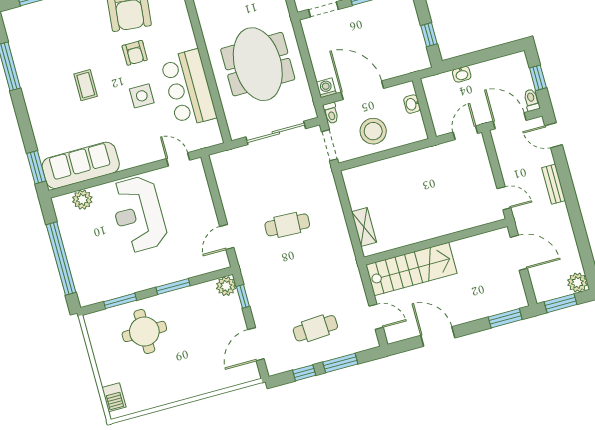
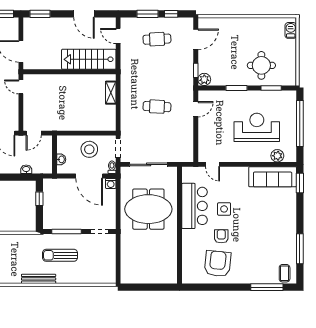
meeting table: (258, 64) -> (148, 209), turned 90
coffee table: (86, 85) -> (285, 273), moved
reception desk: (138, 214) -> (257, 127), moved, turned -90

